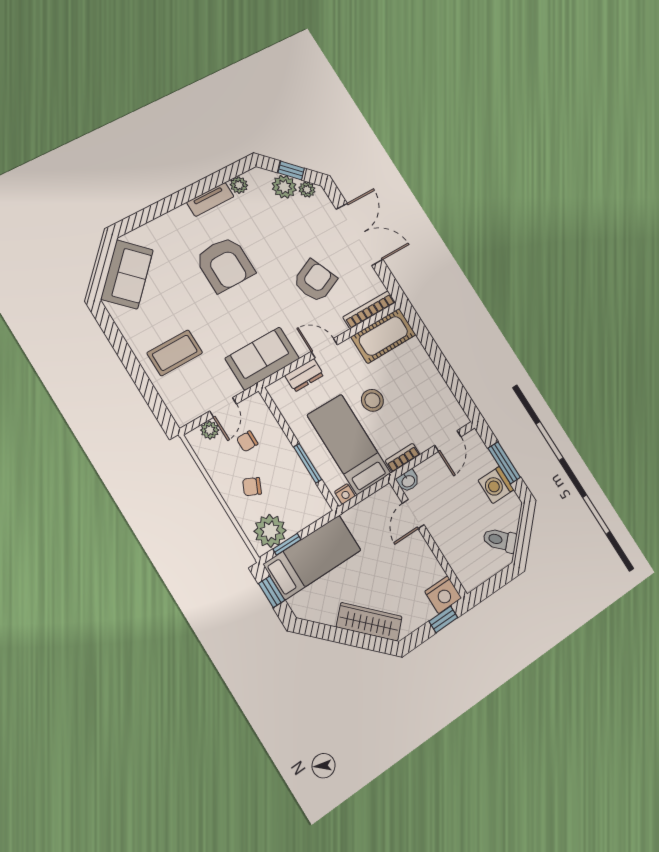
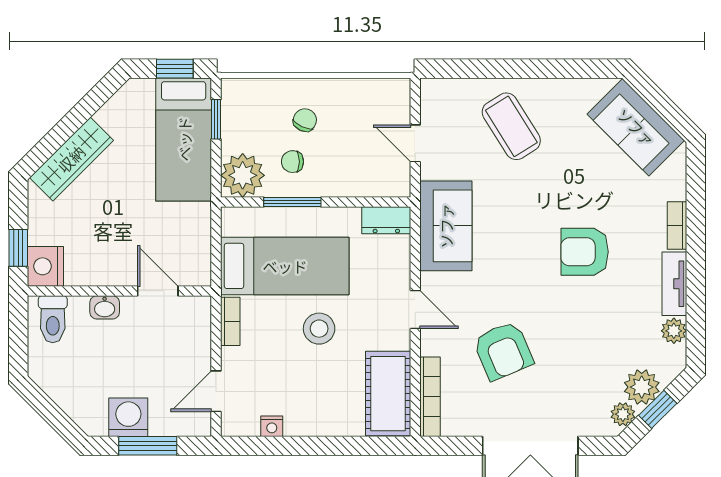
bookcase: (174, 216) -> (677, 226), added
armchair: (225, 264) -> (585, 252), width x0.73, depth x0.73
door: (324, 348) -> (415, 310), hinge flipped
coffee table: (175, 353) -> (511, 126), turned -32
dresser: (304, 375) -> (386, 220), moved, turned -90
plant: (210, 430) -> (398, 112), removed
chair: (247, 441) -> (292, 162), moved, turned -90
door: (448, 441) -> (216, 391), hinge flipped
washbasin: (408, 481) -> (105, 307), moved, turned -90
nightstand: (345, 494) -> (272, 426), moved, turned -90
plant: (270, 531) -> (243, 175), moved
toilet: (500, 540) -> (53, 319), moved, turned 135

